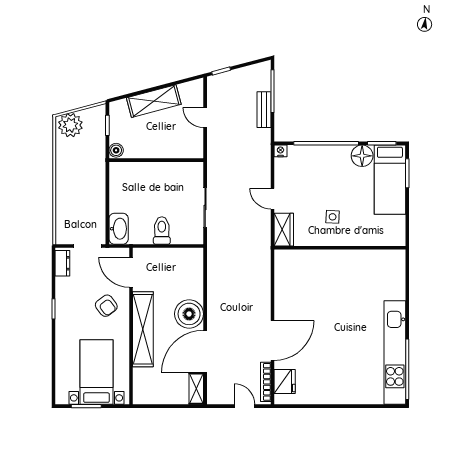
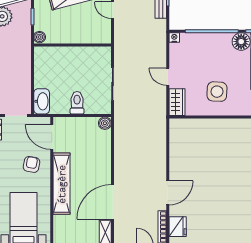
side table: (333, 217) -> (217, 92), width x1.87, depth x1.87
armchair: (106, 306) -> (32, 164), turned -133
boiler: (189, 314) -> (105, 123), moved, width x0.54, depth x0.54
door: (272, 340) -> (168, 193), width x0.73

